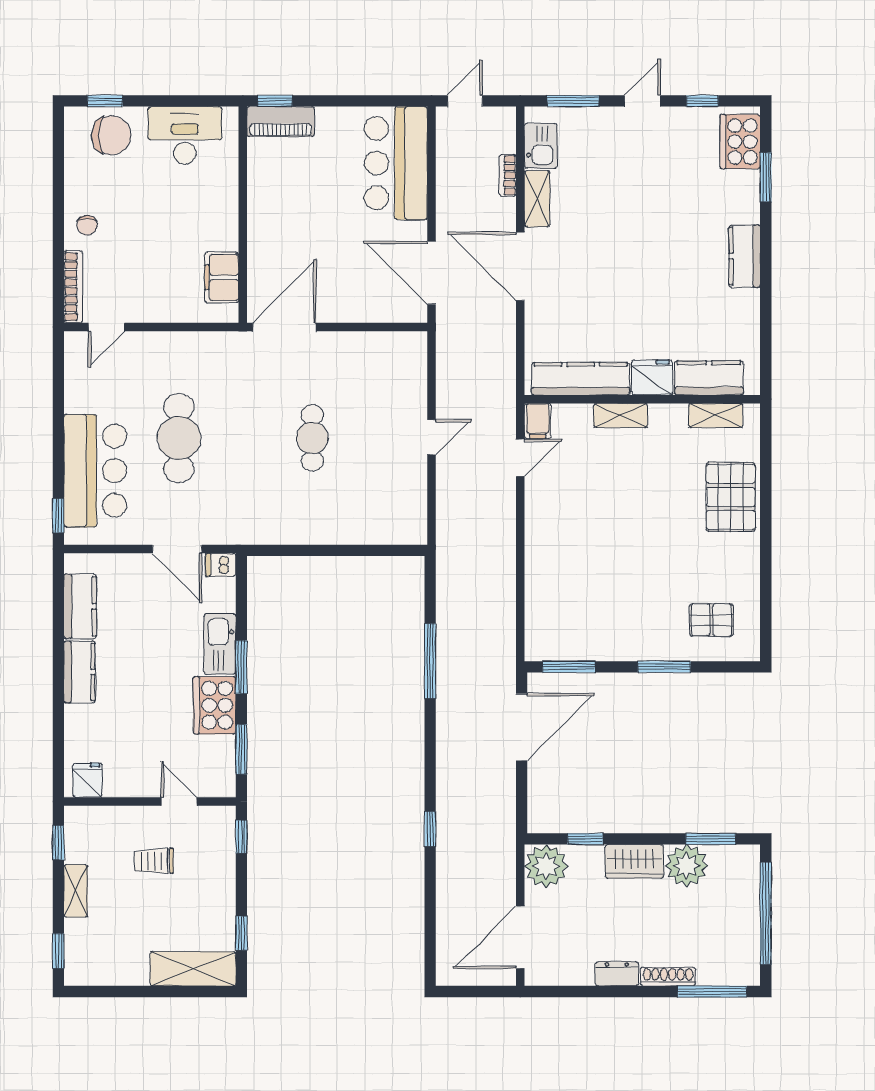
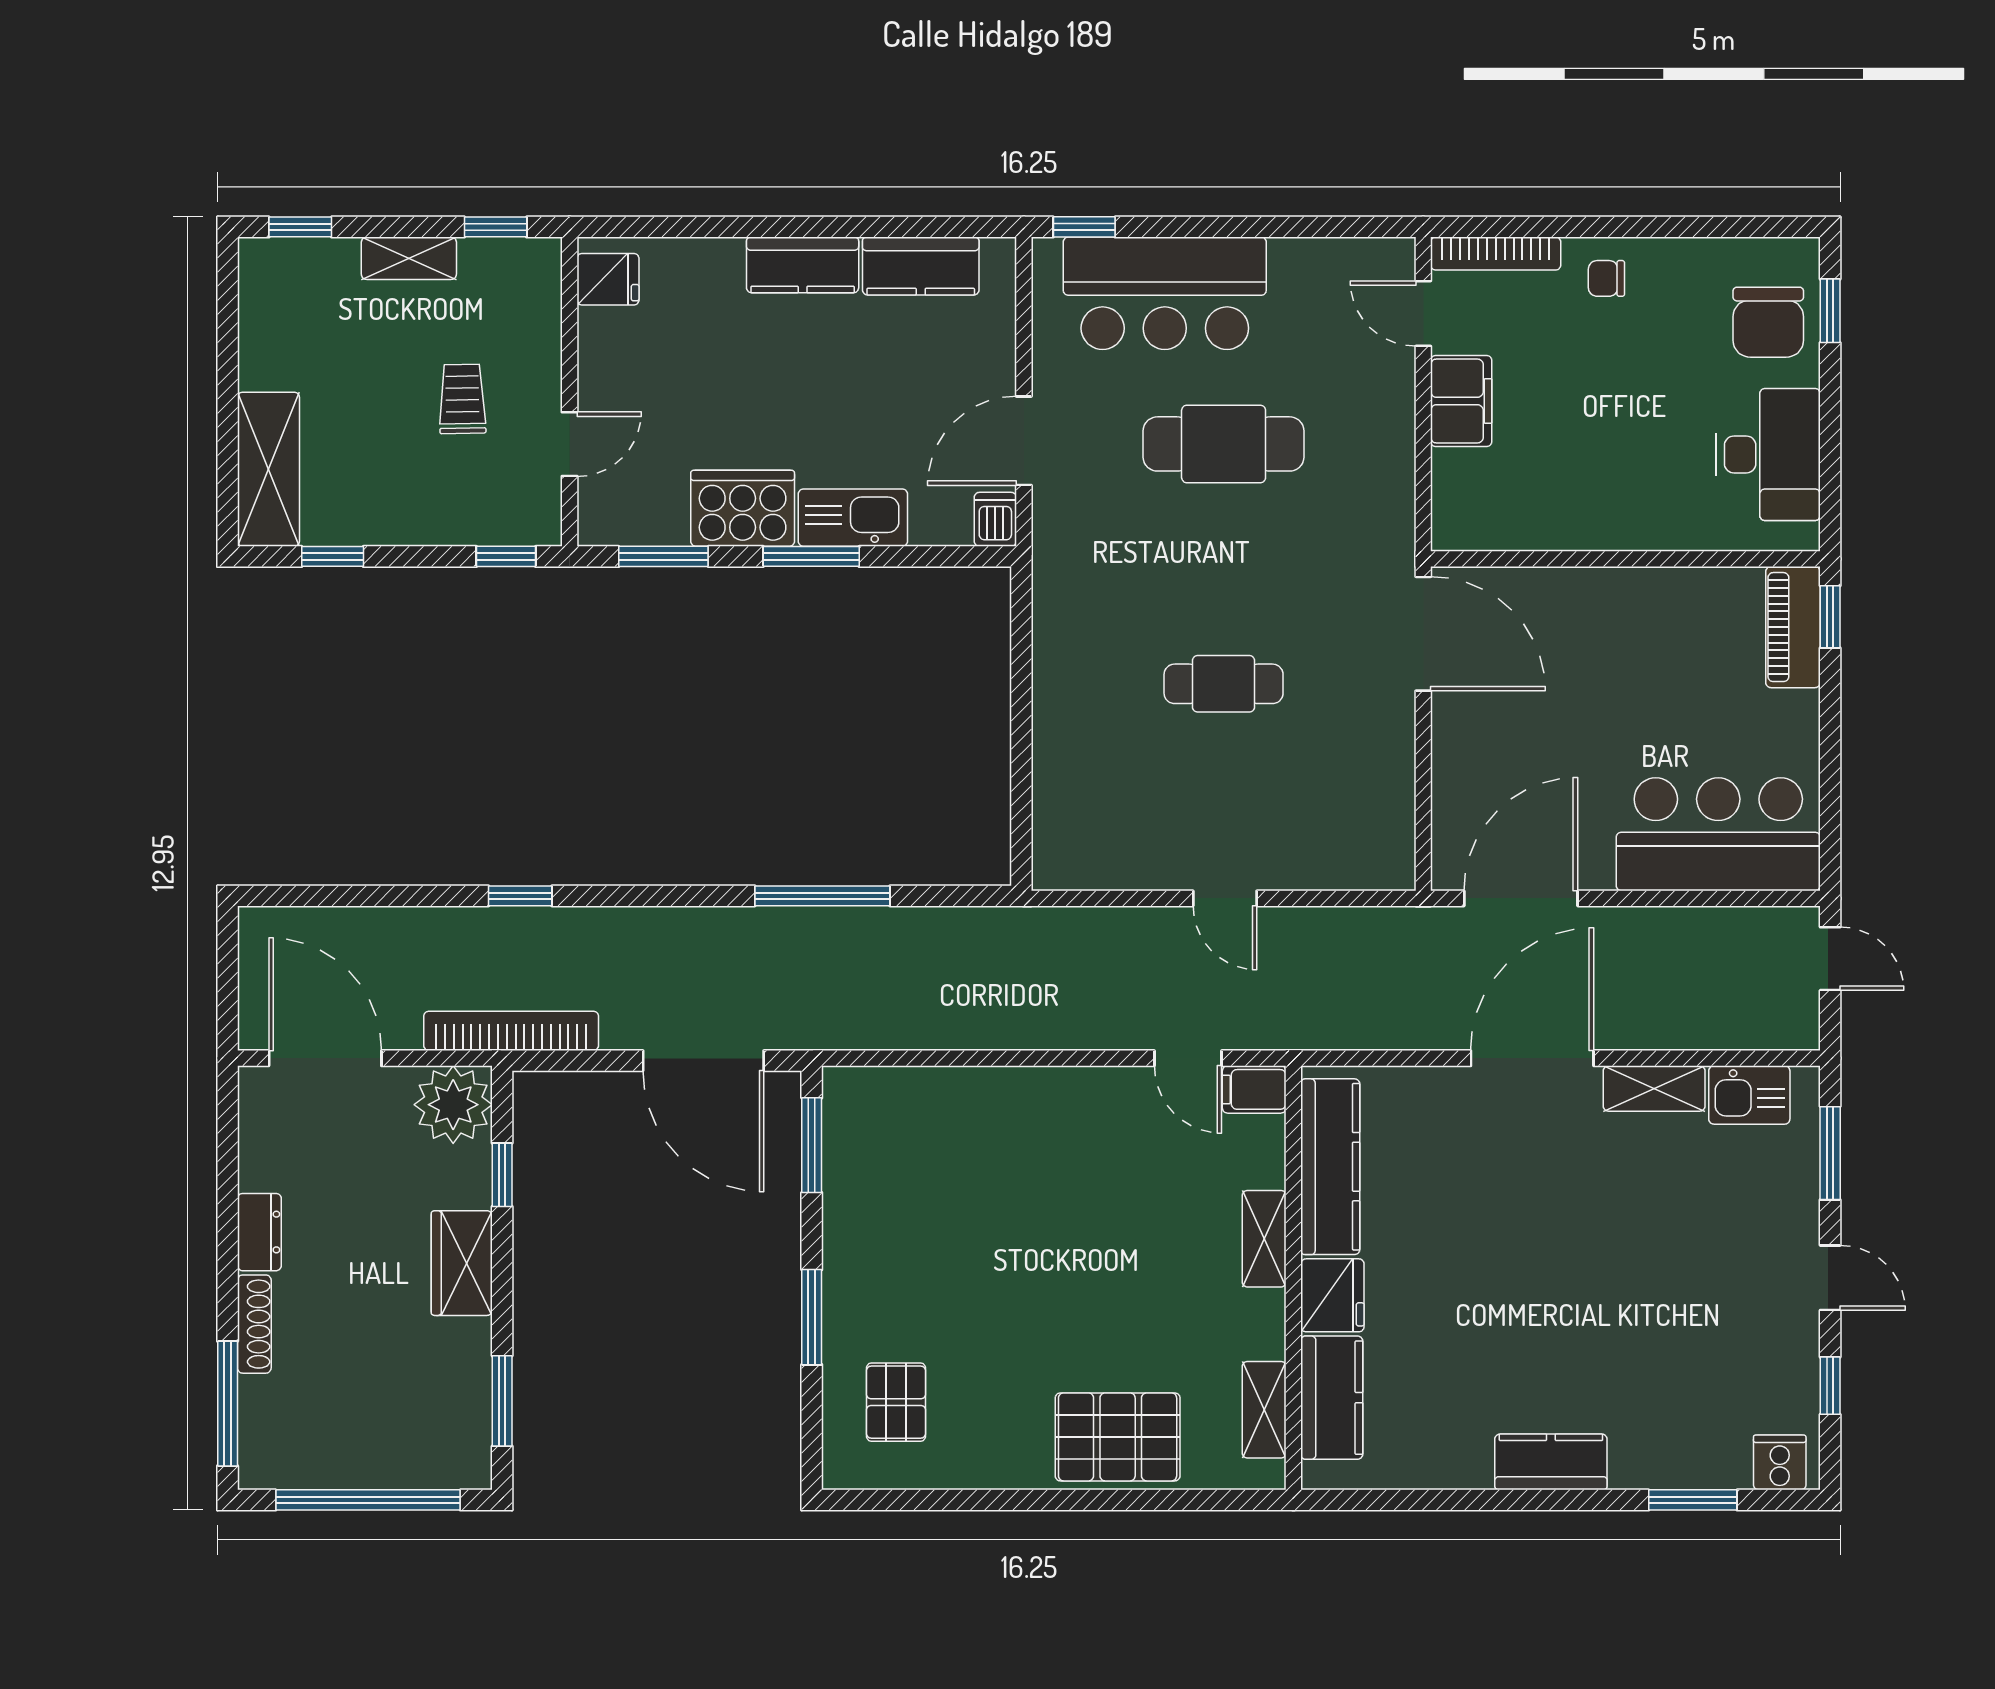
cooker: (740, 142) -> (1780, 1462), width x0.53, depth x0.76
bookcase: (508, 175) -> (511, 1031), moved, width x2.31, depth x1.31
filing cabinet: (222, 277) -> (1461, 401), moved, turned 90
plant: (687, 866) -> (454, 1357), removed

